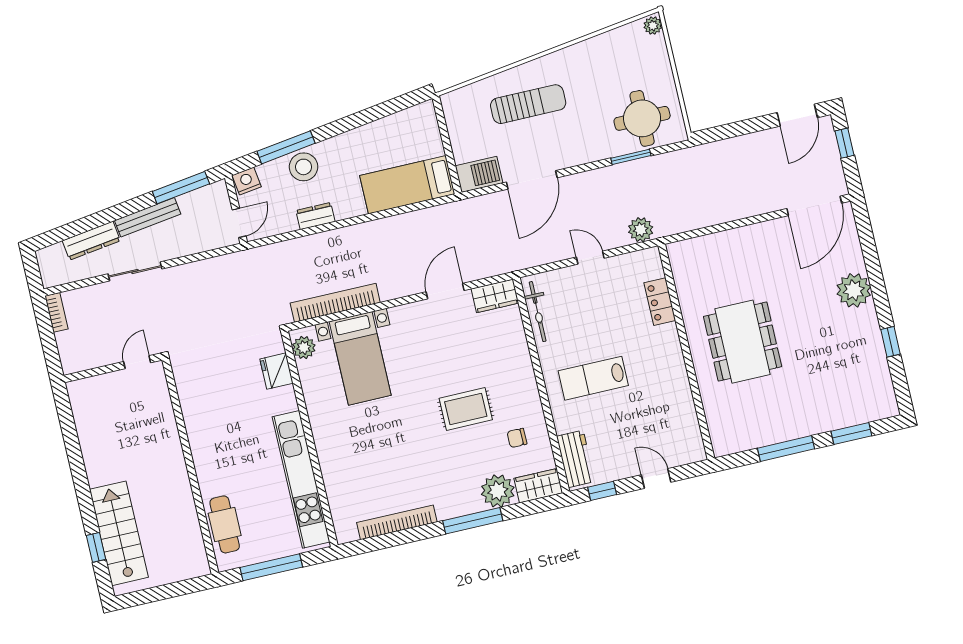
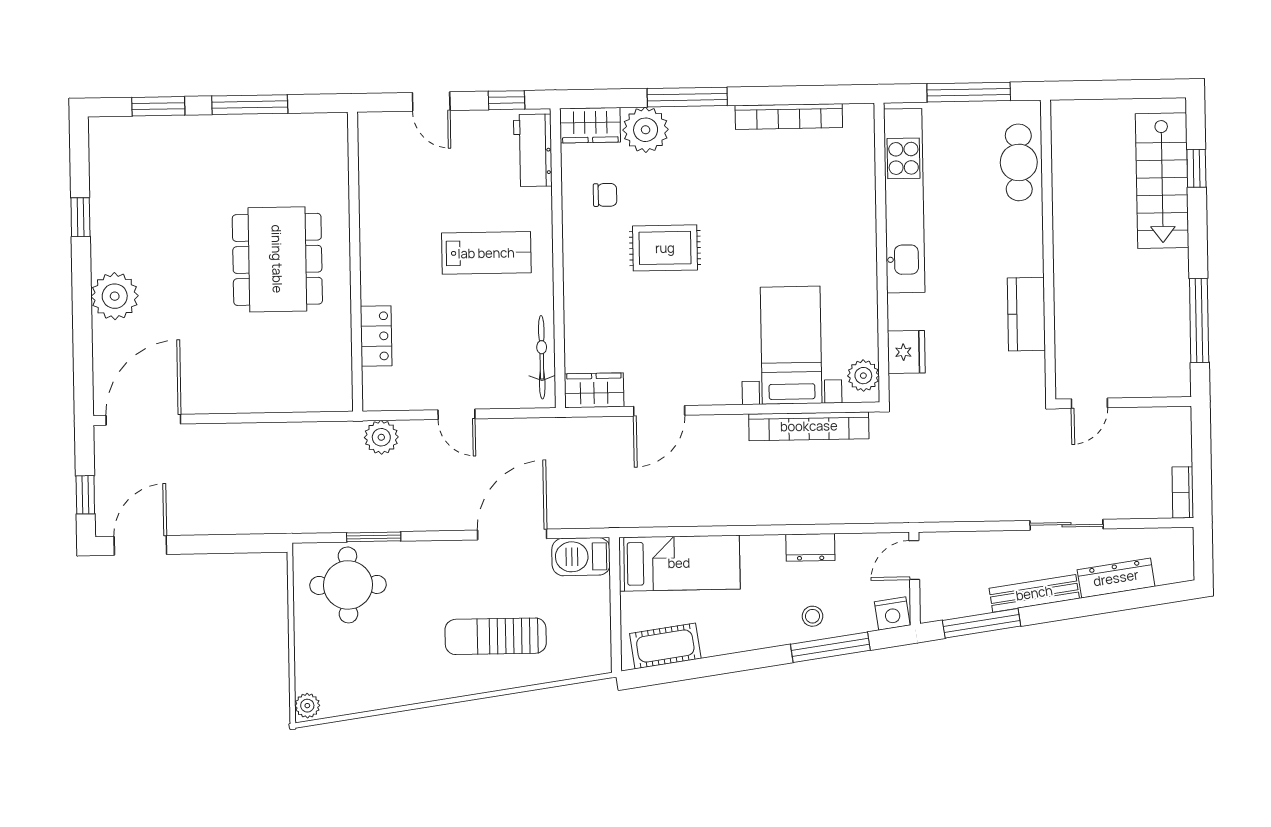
cot: (405, 123) -> (665, 646), added
stool: (304, 167) -> (812, 616), width x0.53, depth x0.53
kitchen counter: (196, 417) -> (1026, 314), added
window: (71, 438) -> (1199, 320), added

